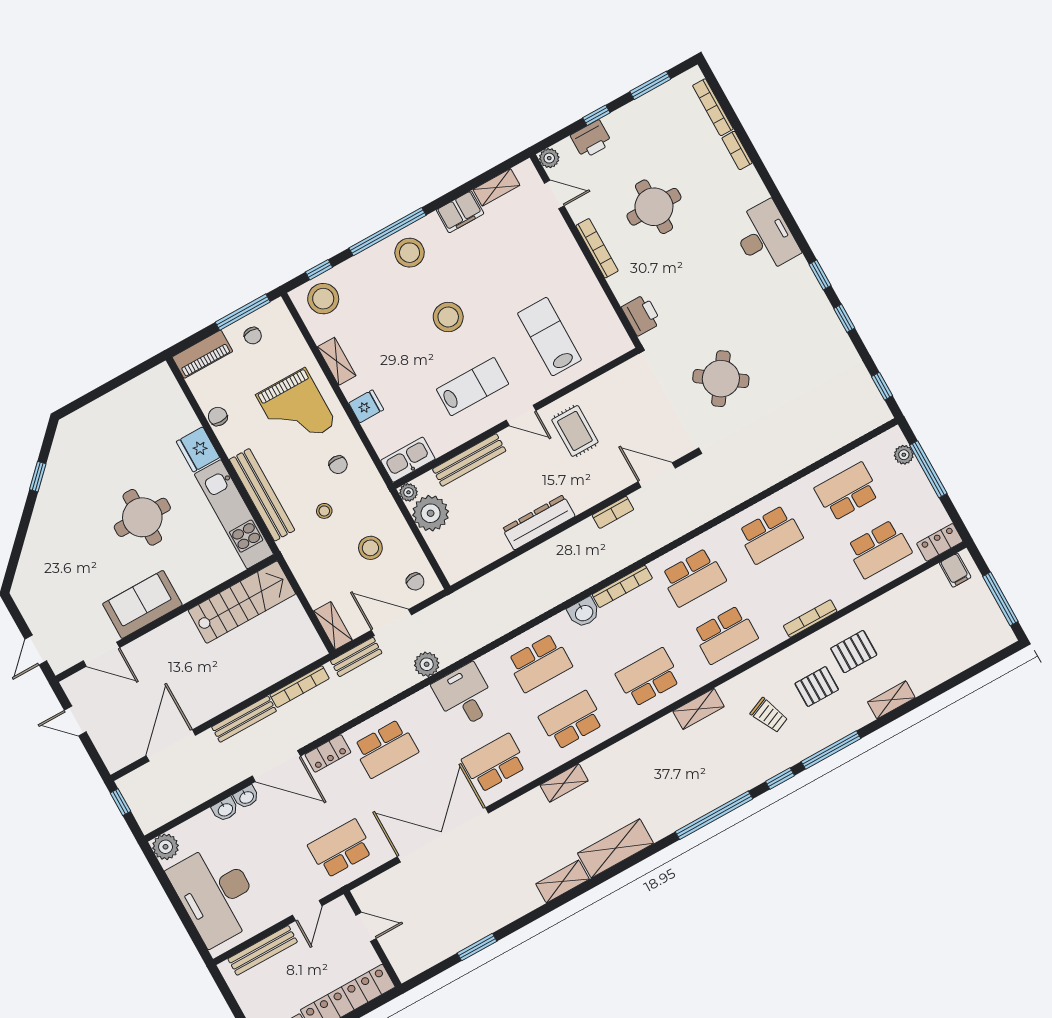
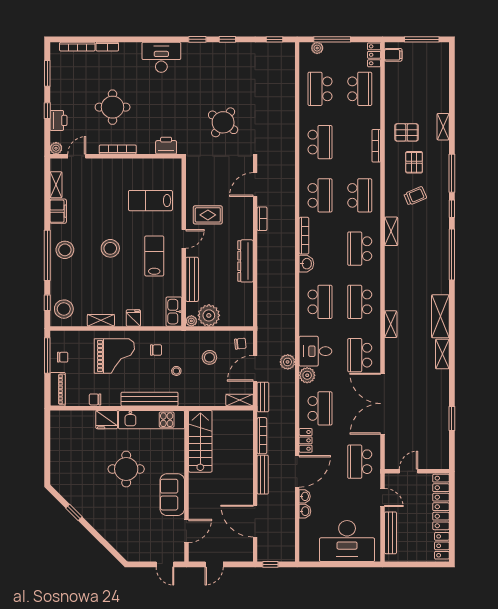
pallet: (854, 652) -> (407, 132), turned 90
plant: (166, 847) -> (307, 375), moved

